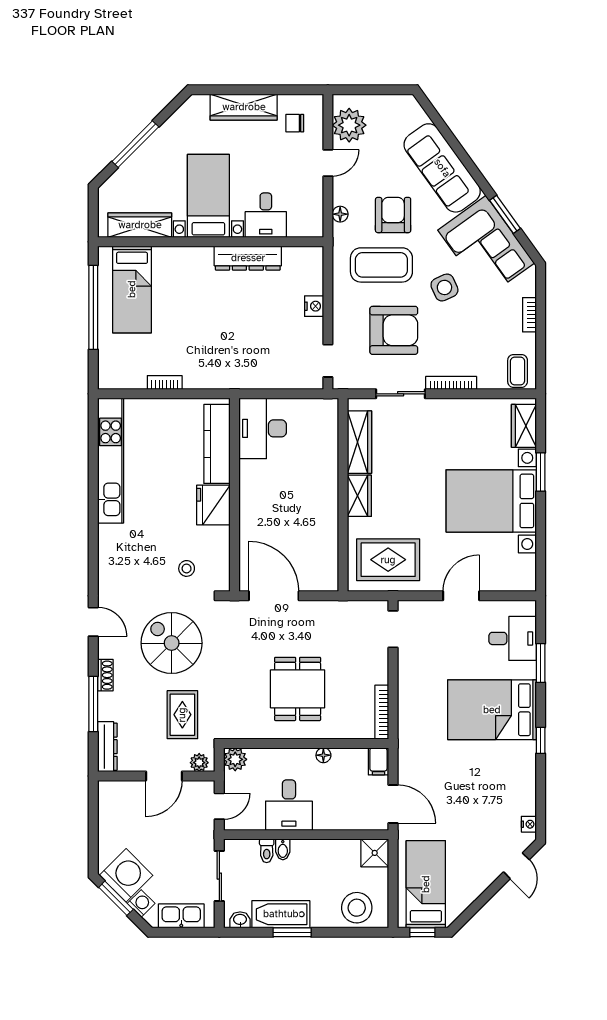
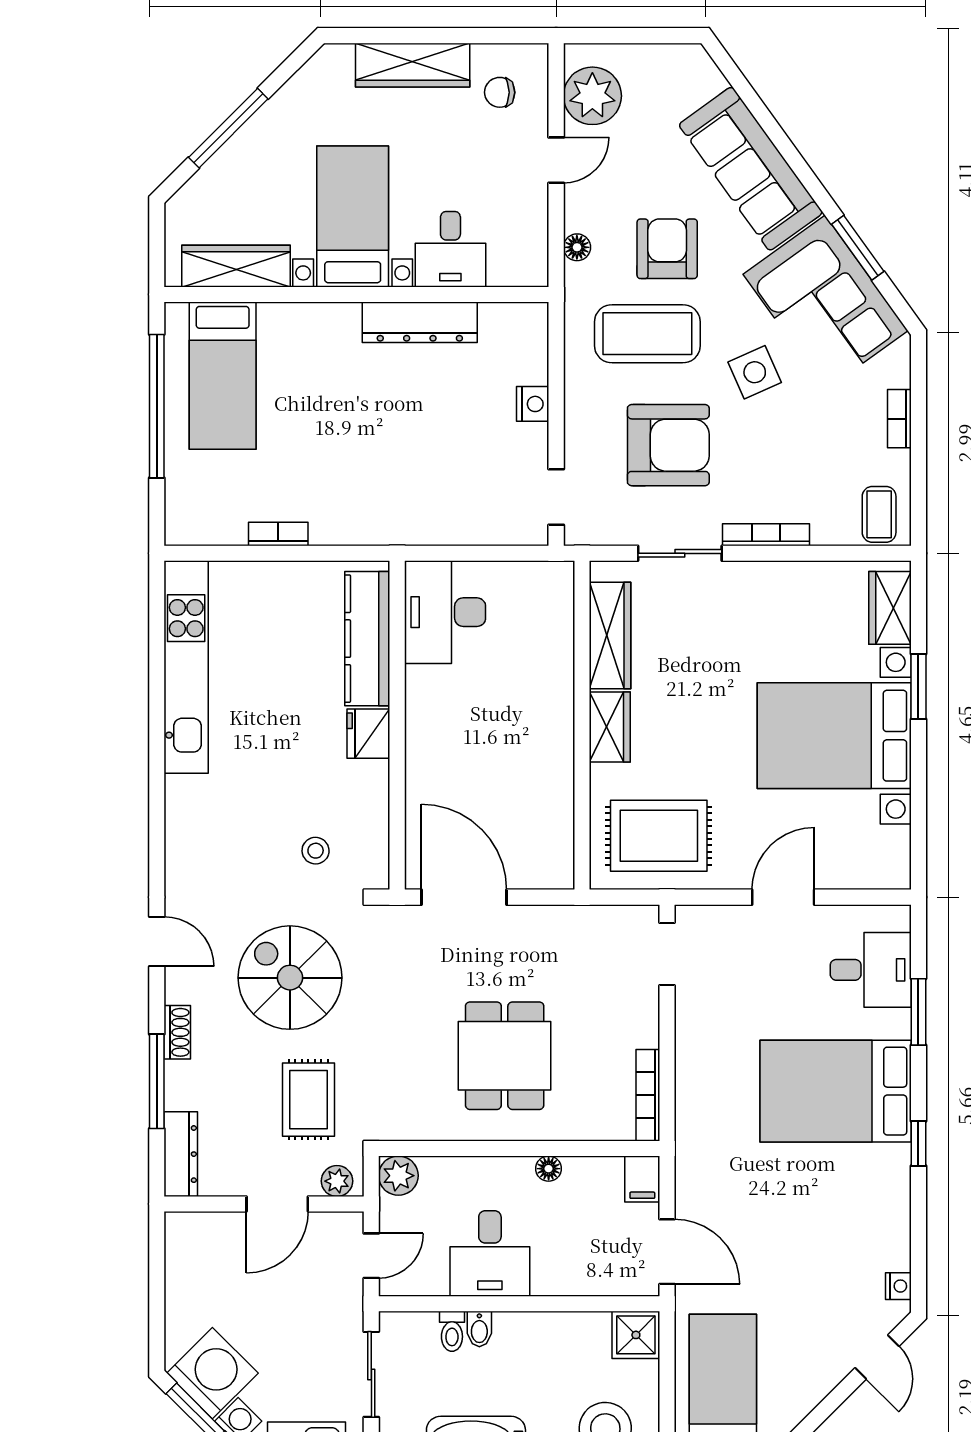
fridge: (213, 505) -> (368, 734), width x0.73, depth x0.75

